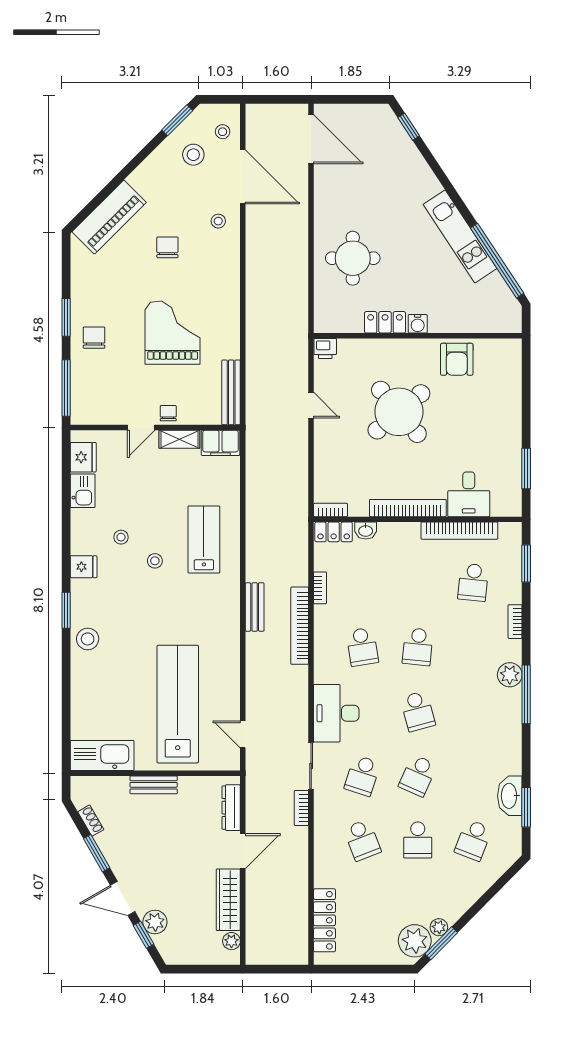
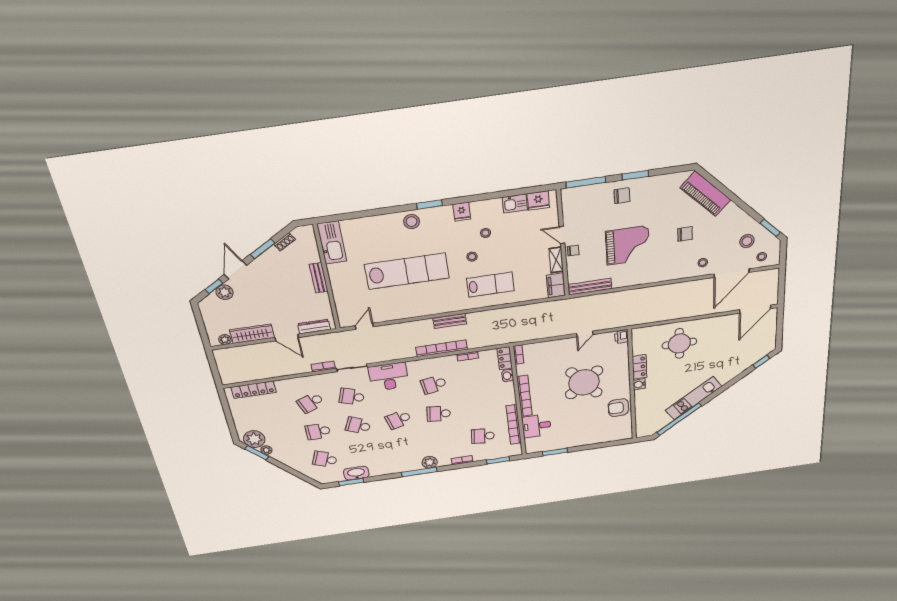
lab bench: (178, 704) -> (407, 271), moved

